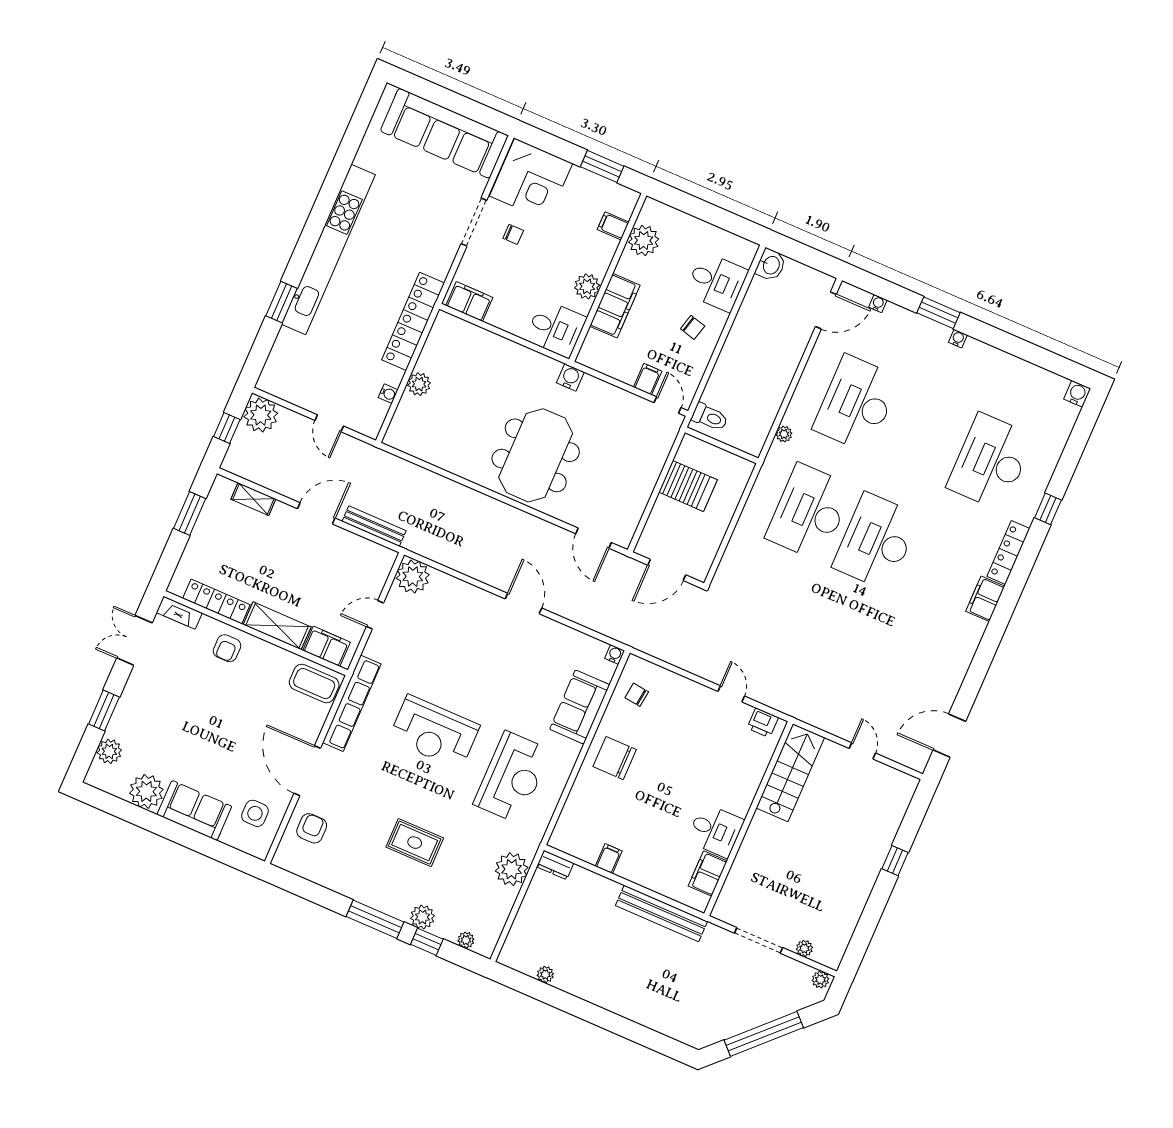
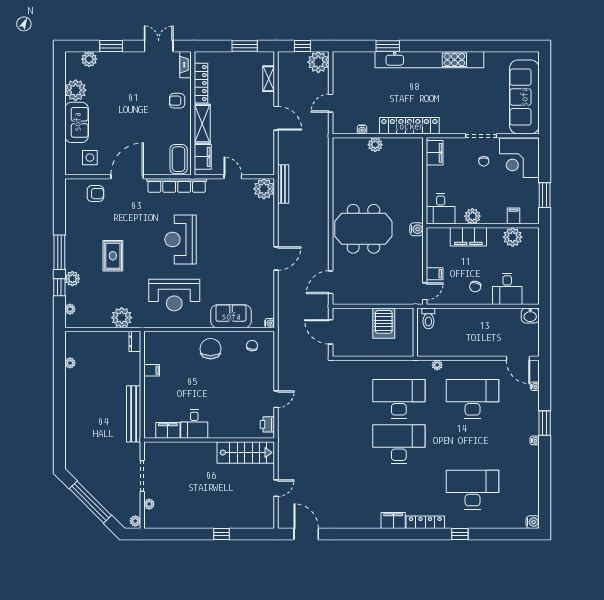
bench: (374, 526) -> (283, 184), moved

